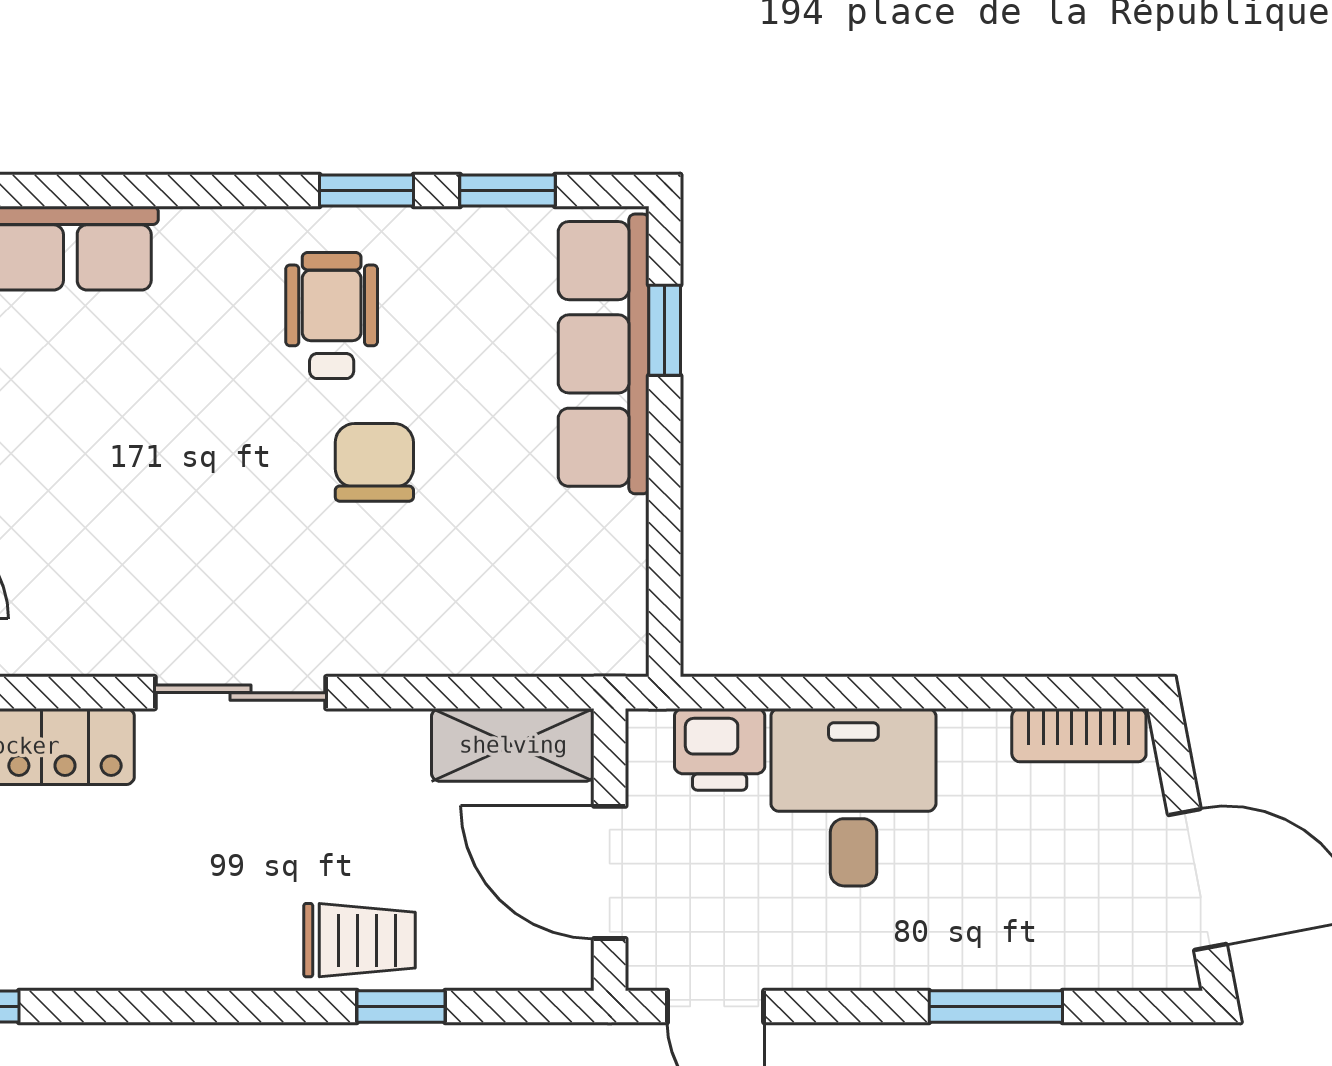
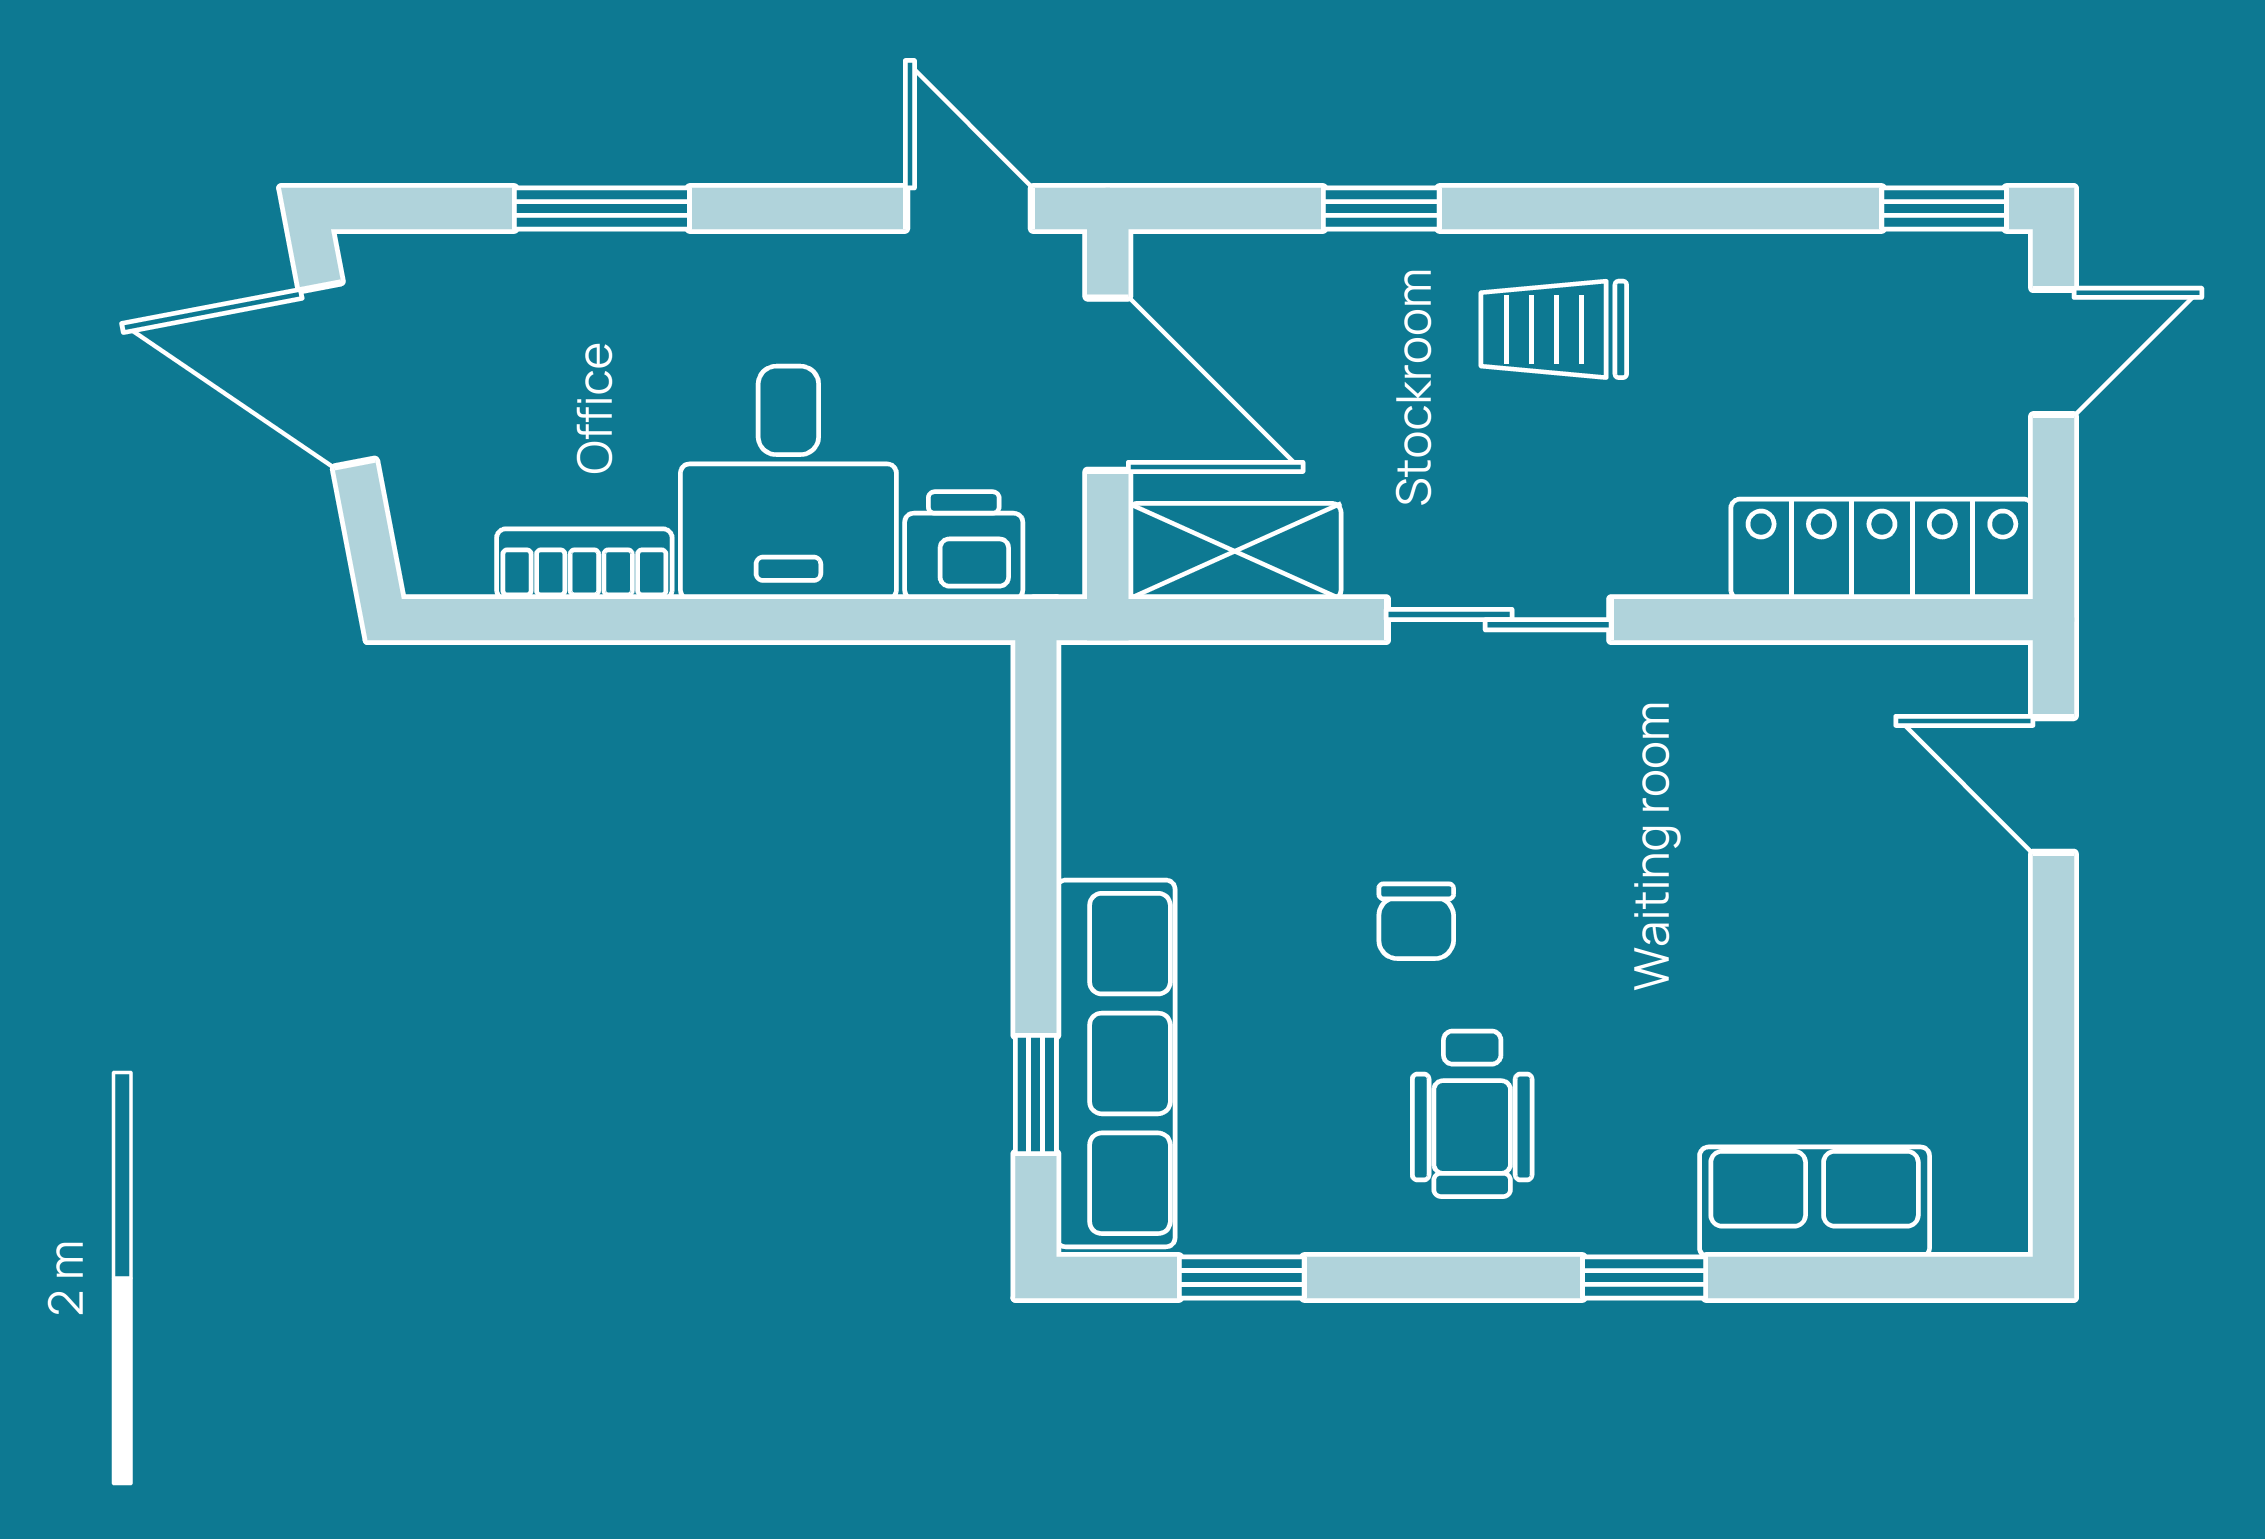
window: (366, 191) -> (1644, 1278), moved
chair: (374, 462) -> (1416, 921), width x0.73, depth x0.73
sliding door: (241, 693) -> (1499, 620), moved
bookcase: (1079, 735) -> (584, 564), moved
trolley: (359, 940) -> (1554, 329), moved

